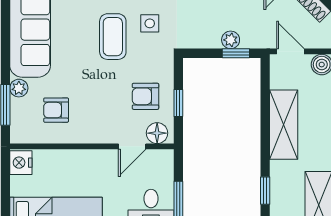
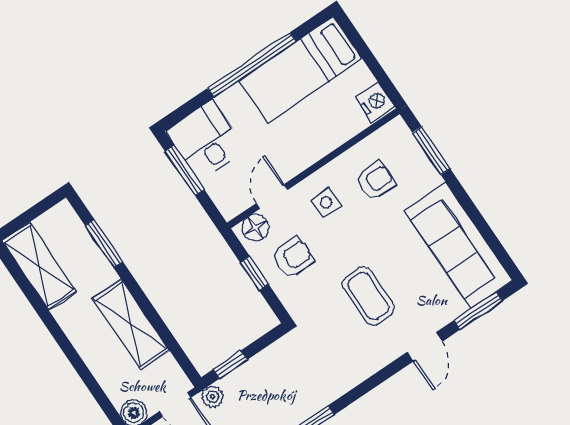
side table: (150, 23) -> (326, 202), moved
plant: (231, 40) -> (213, 397), moved
plant: (19, 88) -> (429, 177), removed
window: (265, 191) -> (104, 244), width x1.50

